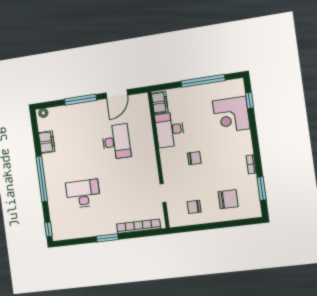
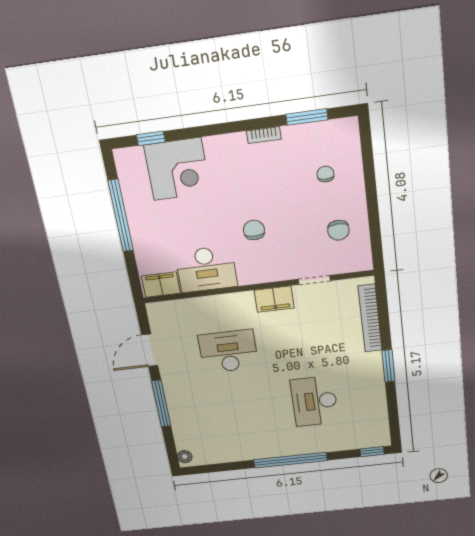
door: (117, 94) -> (150, 350), swing flipped
filing cabinet: (47, 142) -> (274, 299), moved, turned 180
chair: (228, 199) -> (325, 174), width x0.54, depth x0.54

